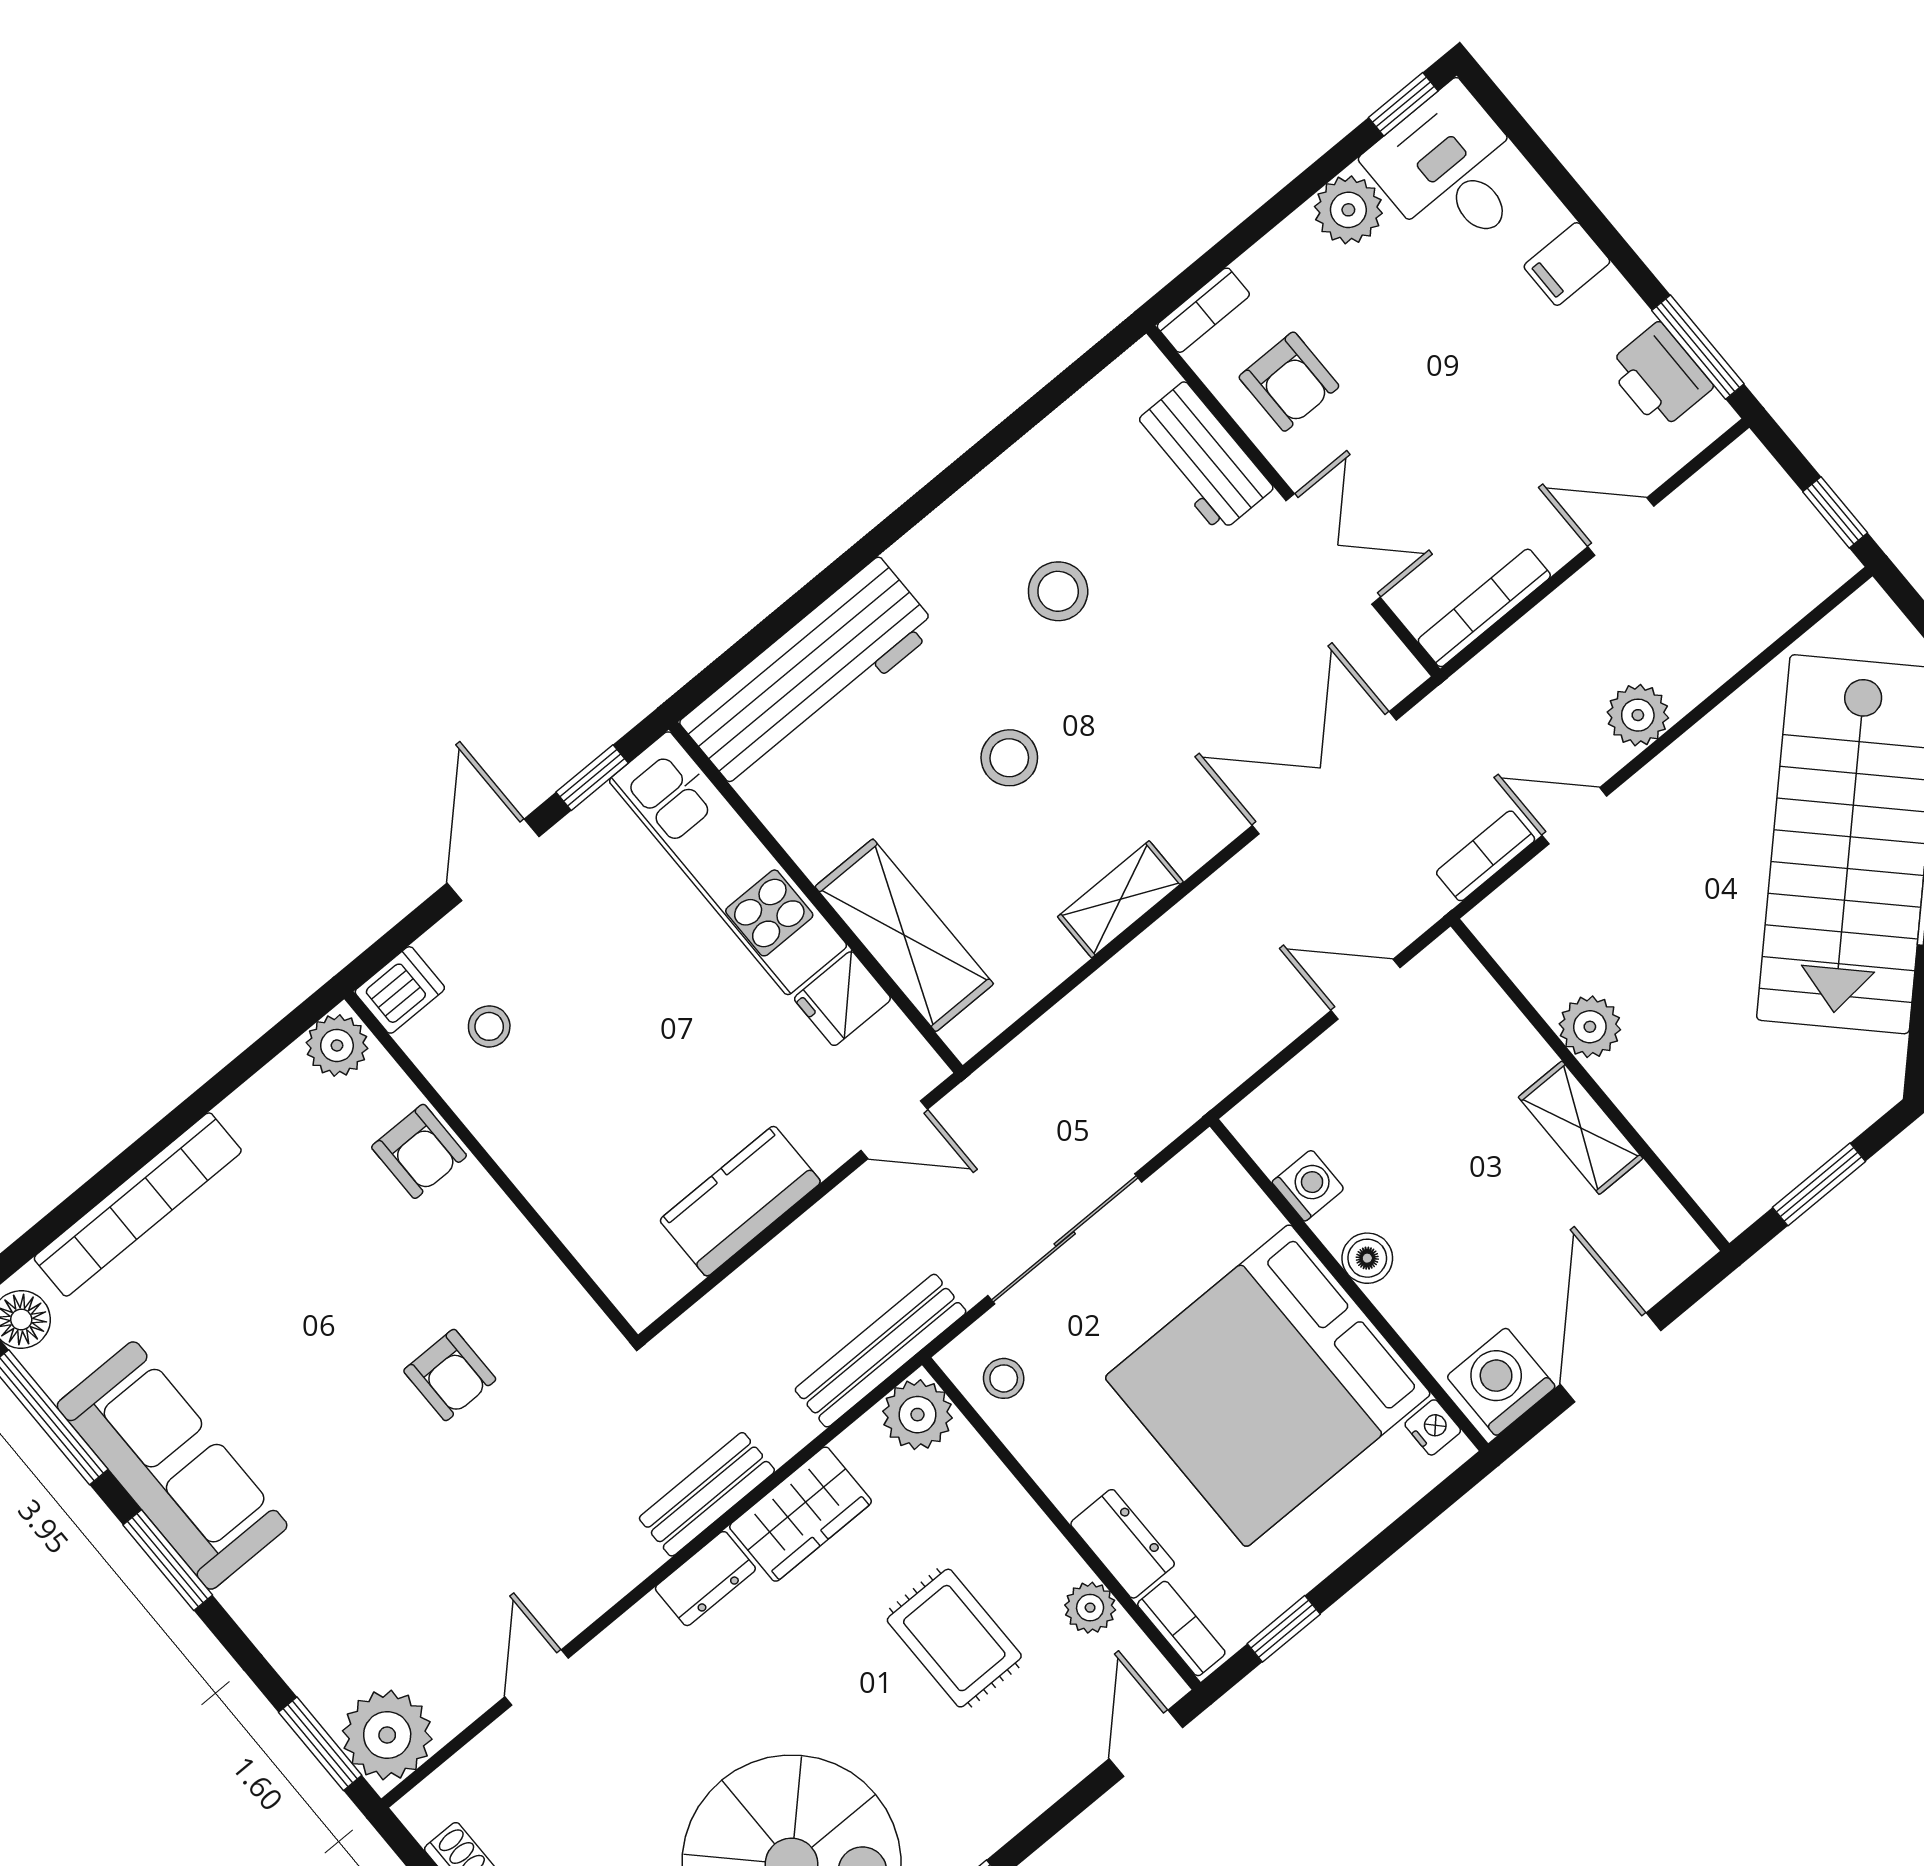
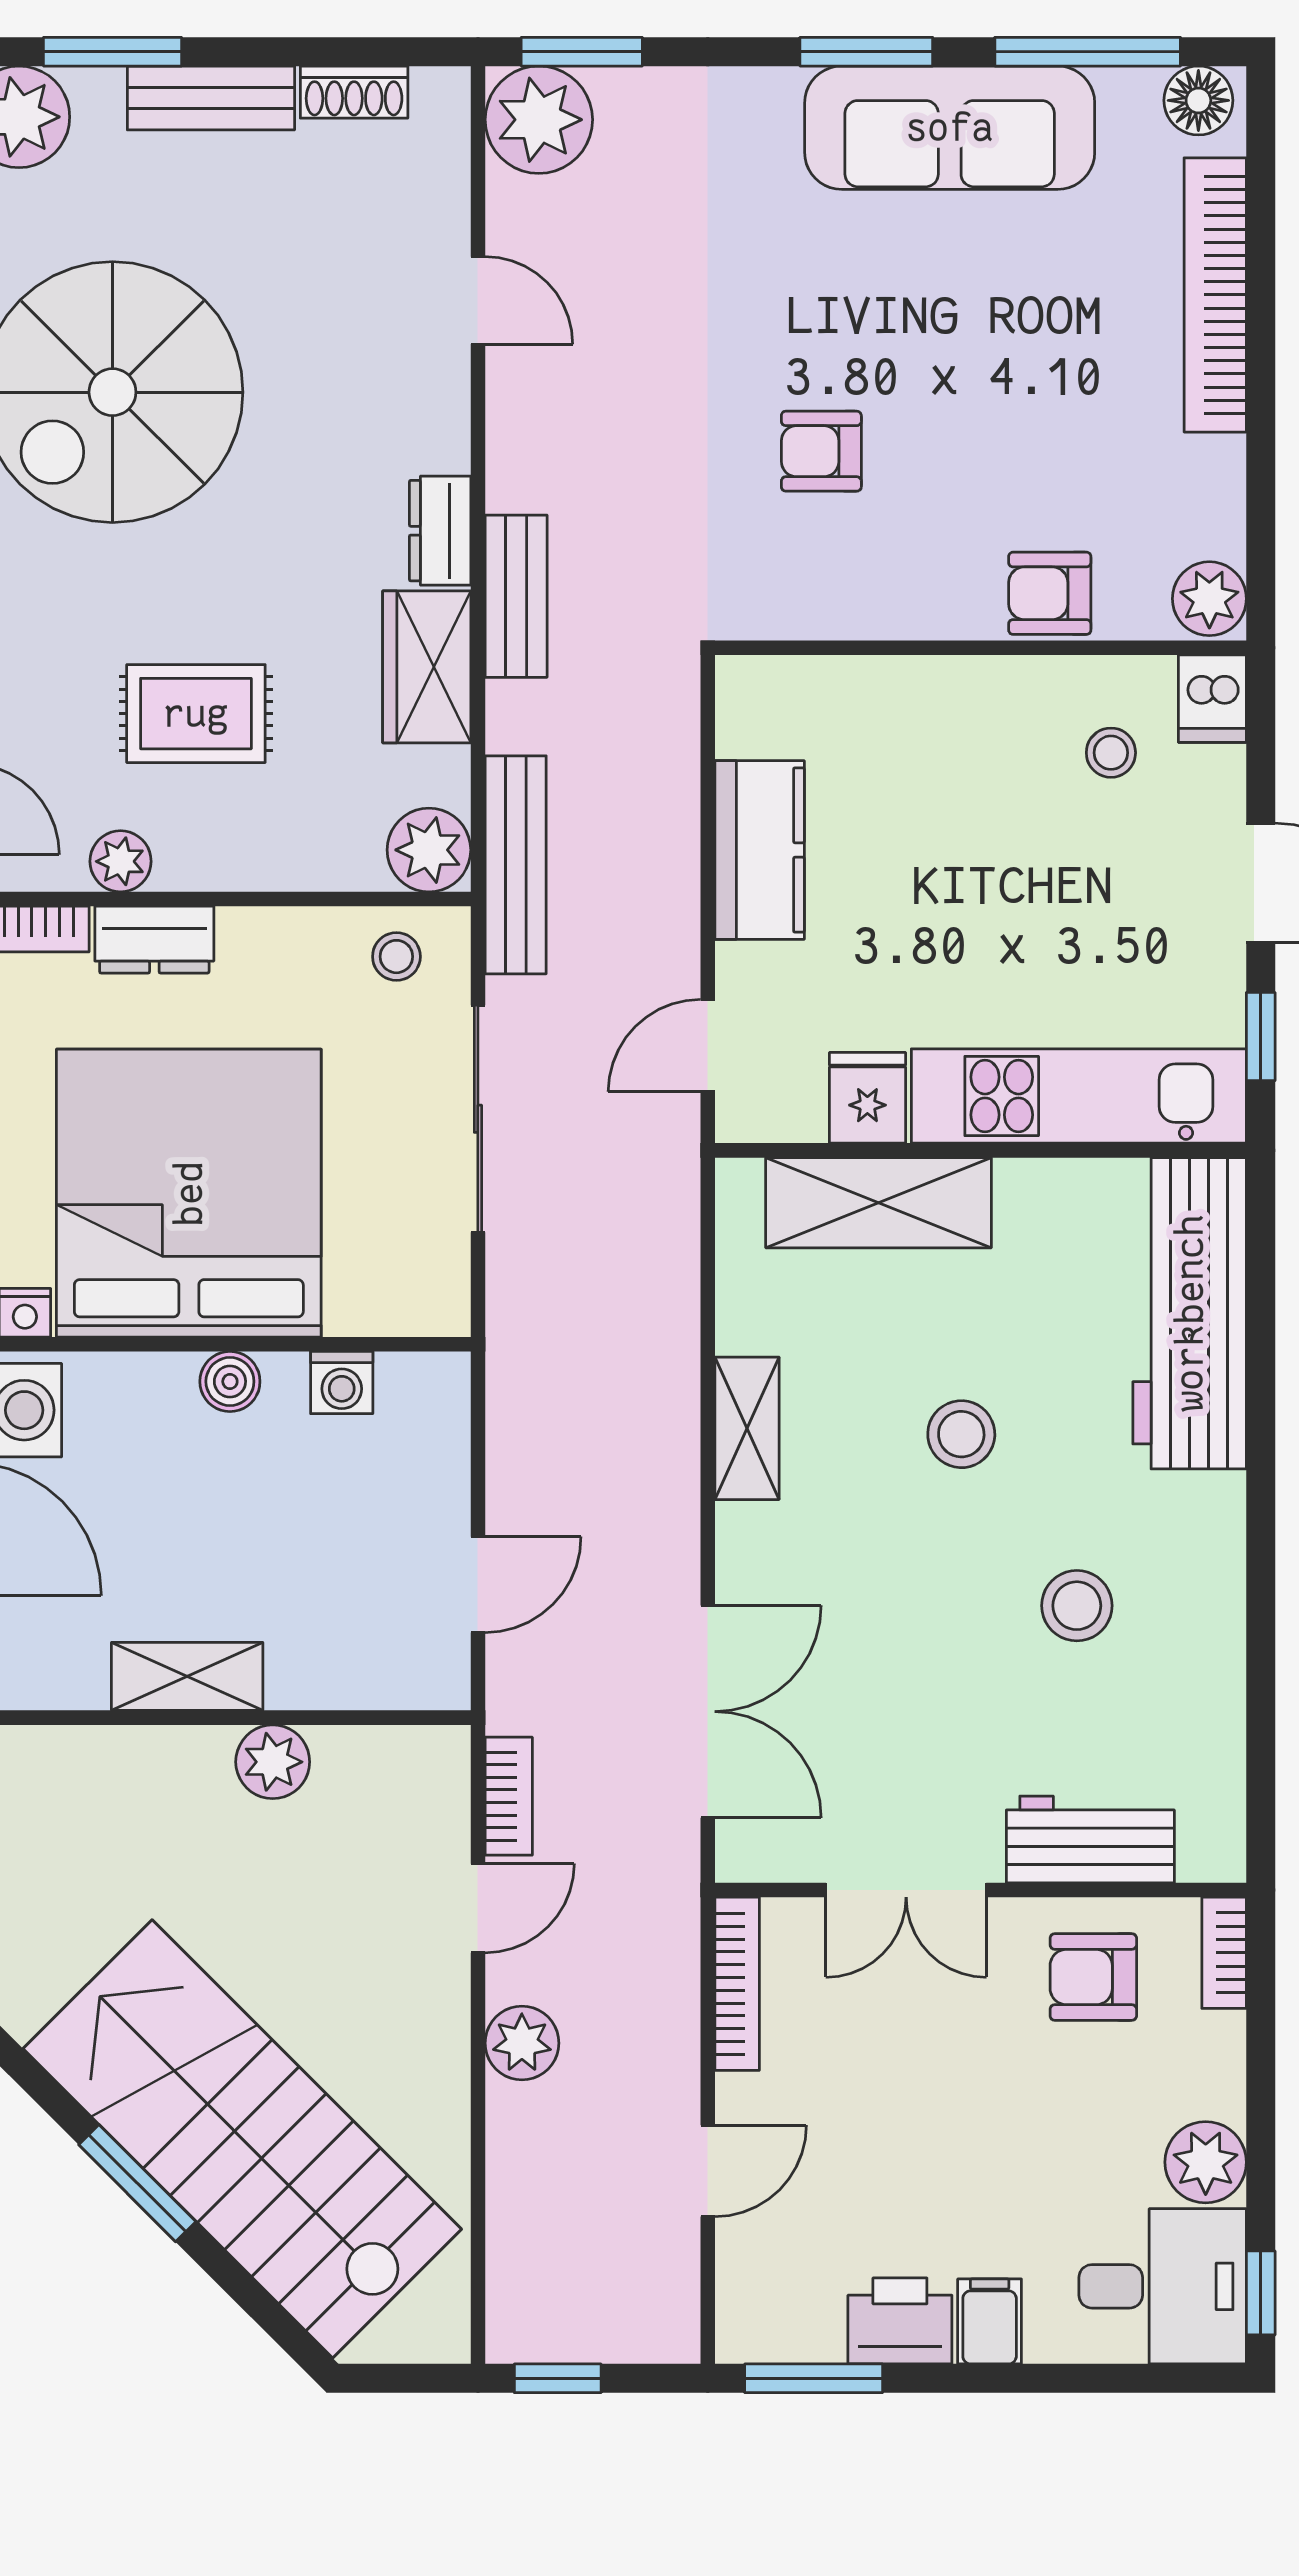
printer: (1660, 376) -> (900, 2321), moved

